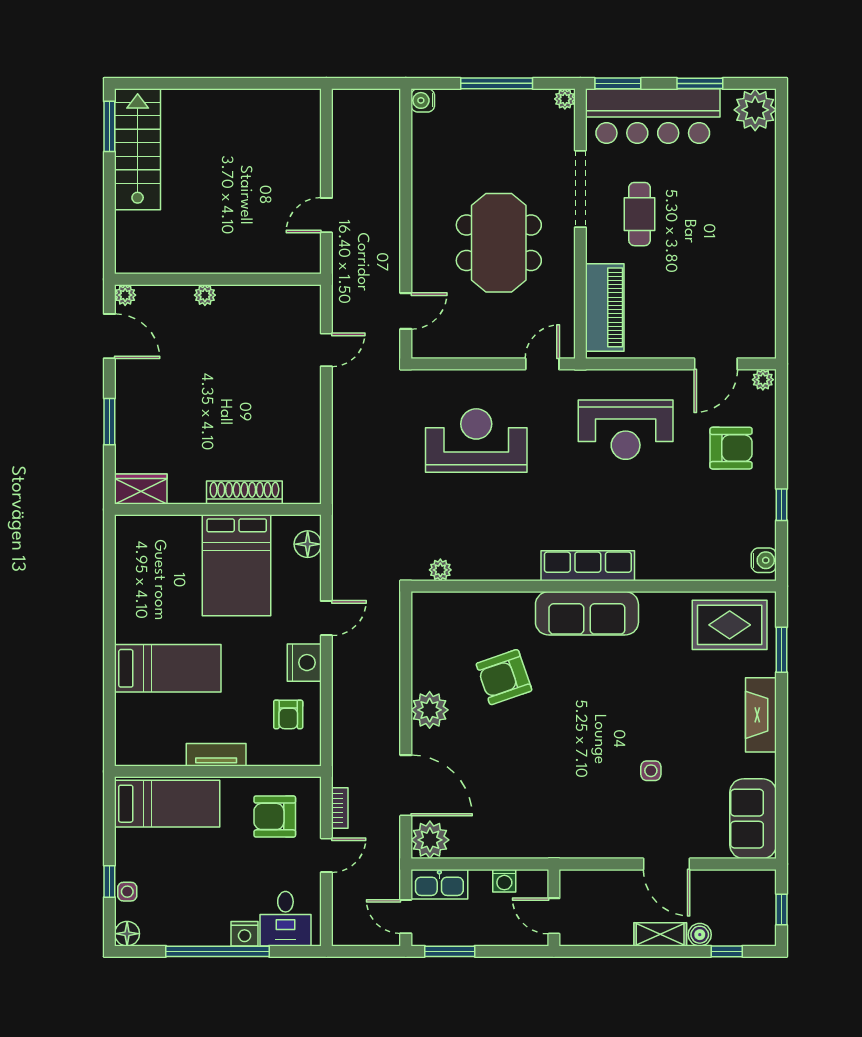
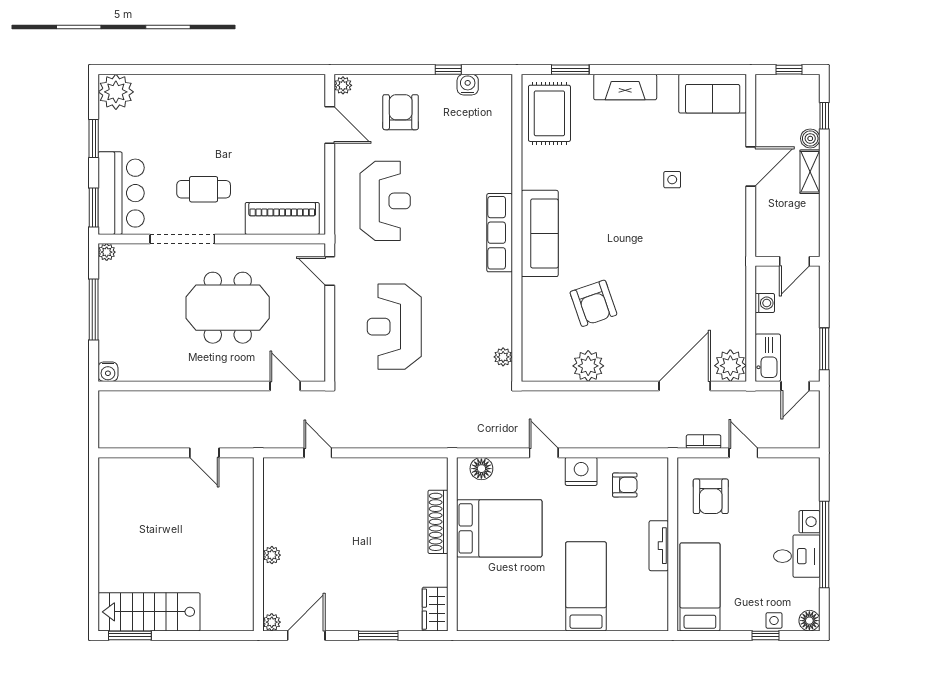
bar counter: (653, 116) -> (121, 193), width x0.73
water cooler: (764, 560) -> (468, 85), moved
plant: (430, 710) -> (588, 366), moved
desk: (285, 919) -> (797, 556), moved

